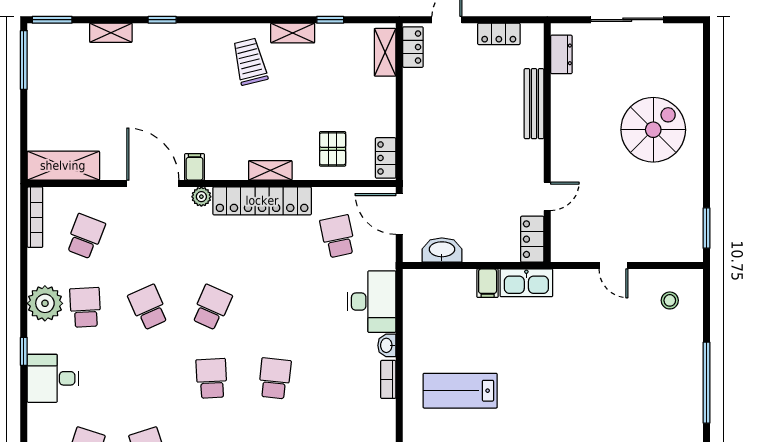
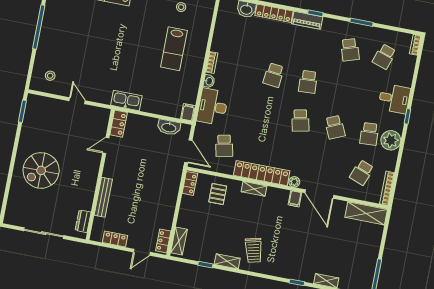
filing cabinet: (488, 283) -> (188, 112), moved
school desk: (212, 307) -> (300, 120), turned -36
lab bench: (460, 391) -> (174, 49), turned 90

